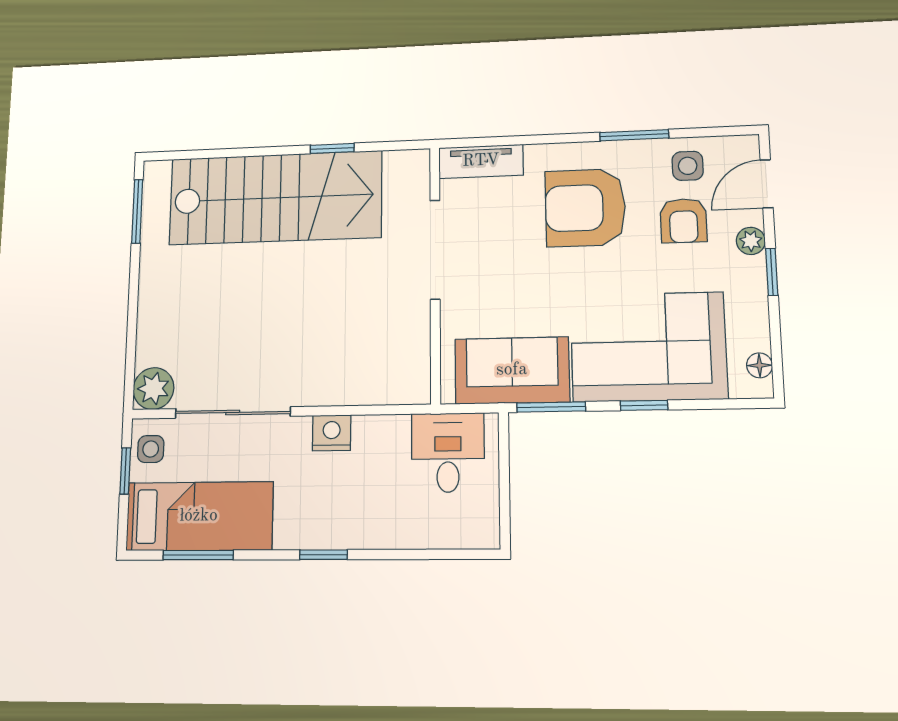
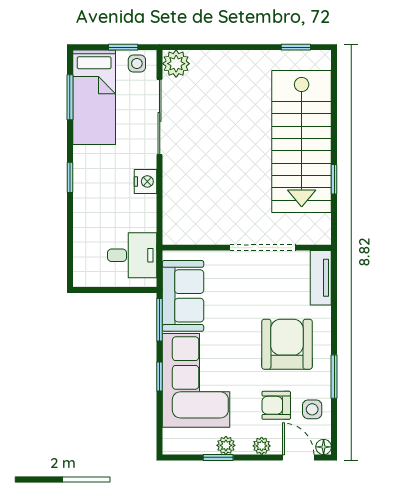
window: (137, 211) -> (296, 47), width x0.67
window: (772, 272) -> (218, 457), moved
plant: (753, 297) -> (226, 445), added
floor lamp: (760, 365) -> (324, 447), moved

